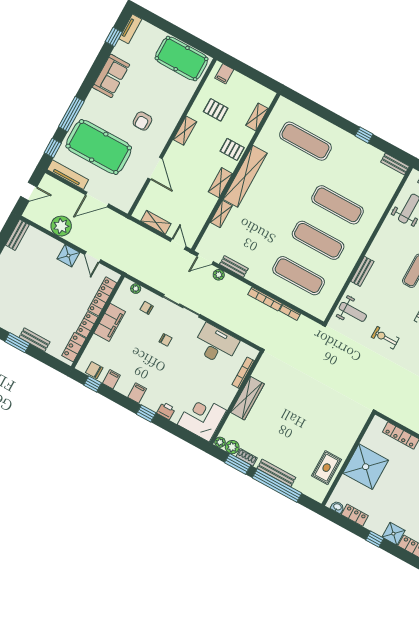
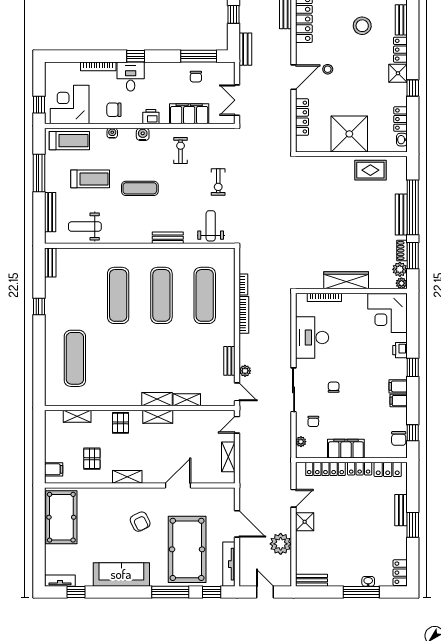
sofa: (111, 76) -> (121, 574), width x1.36
armchair: (142, 121) -> (140, 522), turned 64
shelving: (245, 176) -> (157, 399), width x0.45, depth x0.75
filing cabinet: (111, 379) -> (399, 401), moved

